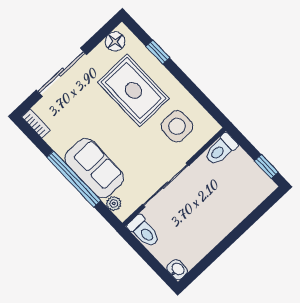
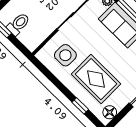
toilet: (221, 149) -> (18, 24), moved

